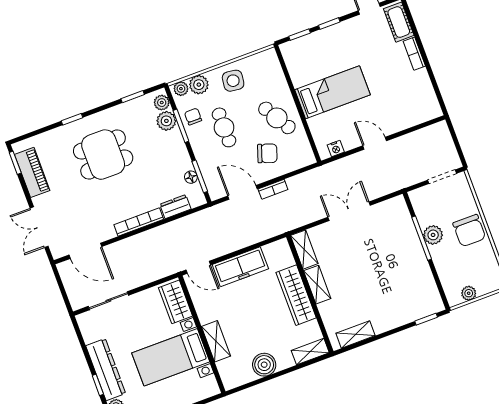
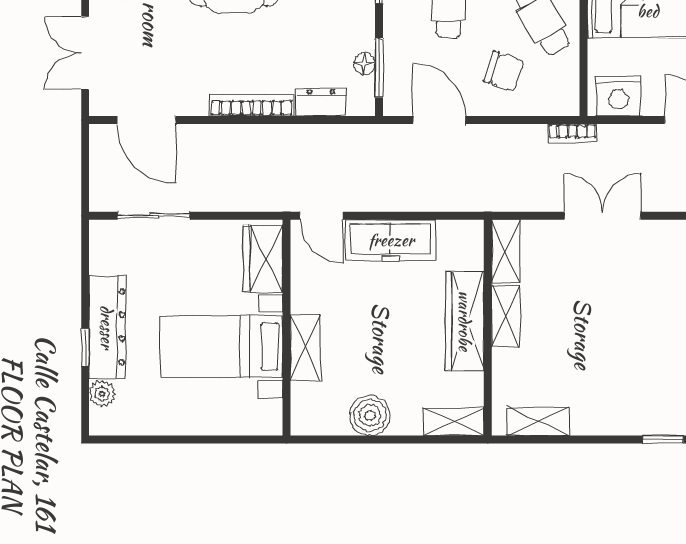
nightstand: (336, 149) -> (619, 96), width x1.89, depth x1.79
bookcase: (273, 189) -> (572, 134), moved

